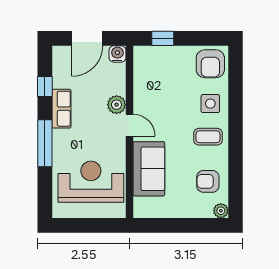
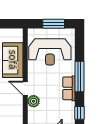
row of seats: (61, 109) -> (69, 88), moved
window: (85, 225) -> (54, 24), added

